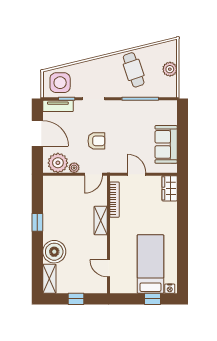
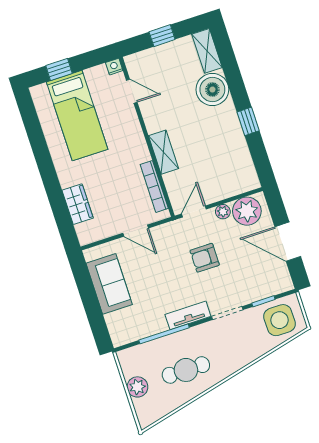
cafe table: (134, 70) -> (186, 370), turned -71
tv unit: (58, 106) -> (188, 315), moved
wardrobe: (170, 188) -> (78, 204), moved
nightstand: (170, 289) -> (114, 67), moved

